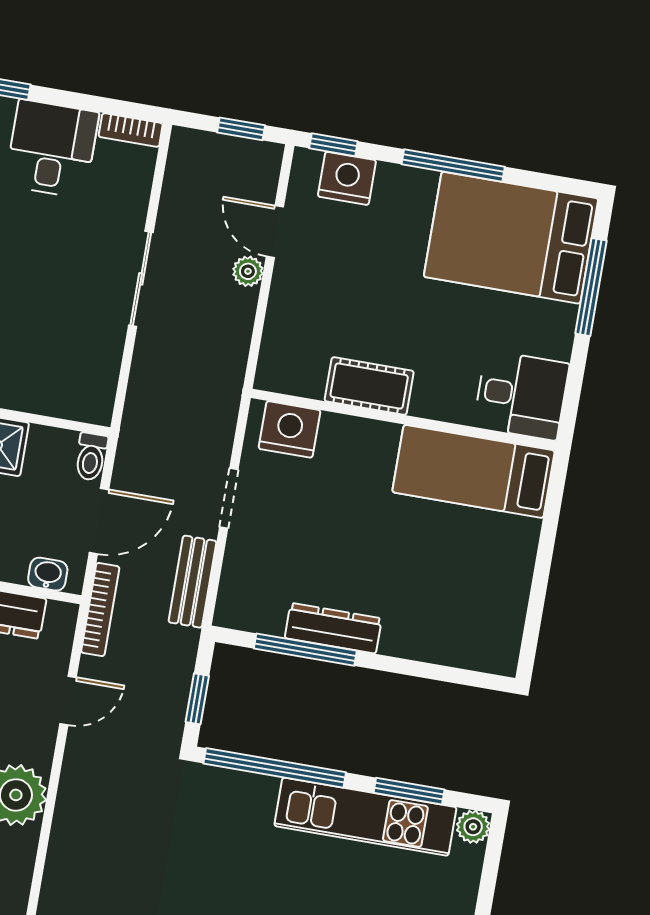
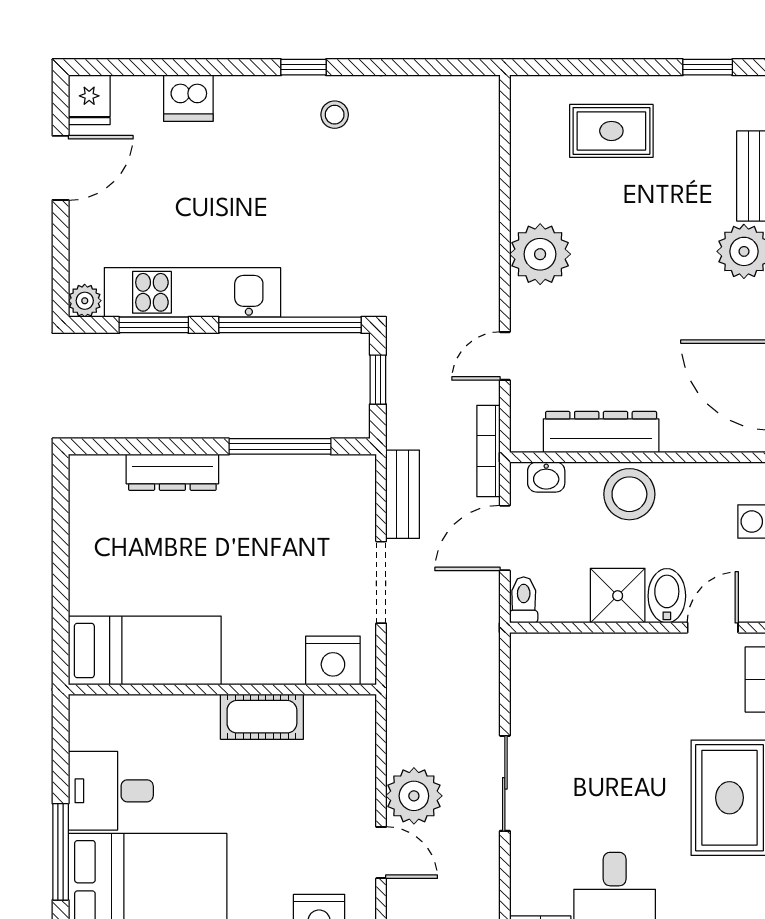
plant: (248, 271) -> (414, 796), width x1.88, depth x1.88
desk: (521, 395) -> (111, 791), moved
doorway: (229, 498) -> (381, 582), width x1.38
dresser: (333, 628) -> (172, 472), moved

